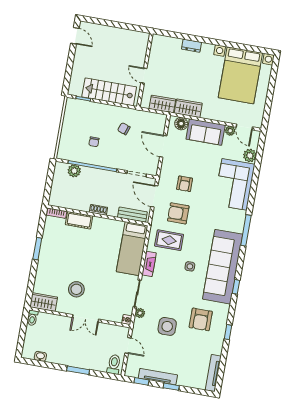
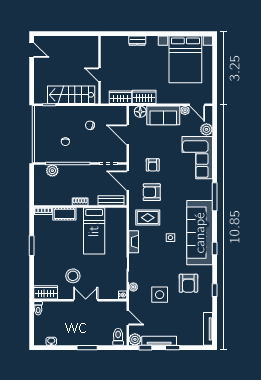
bed: (132, 249) -> (94, 231), moved
double door: (86, 318) -> (86, 300), swing flipped
plant: (132, 370) -> (135, 339), added

